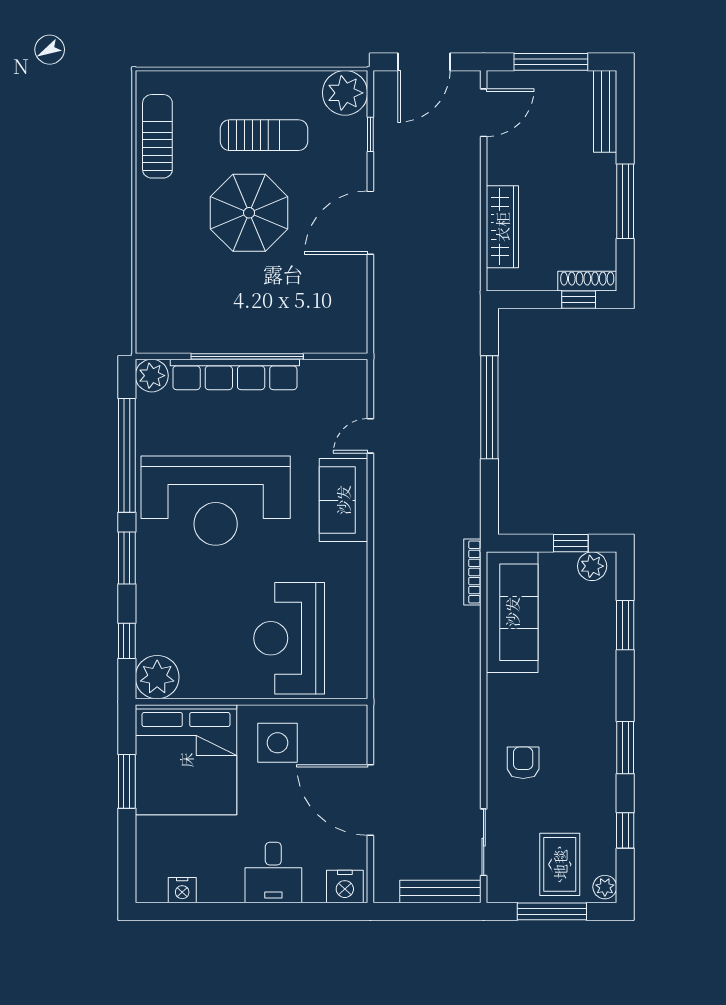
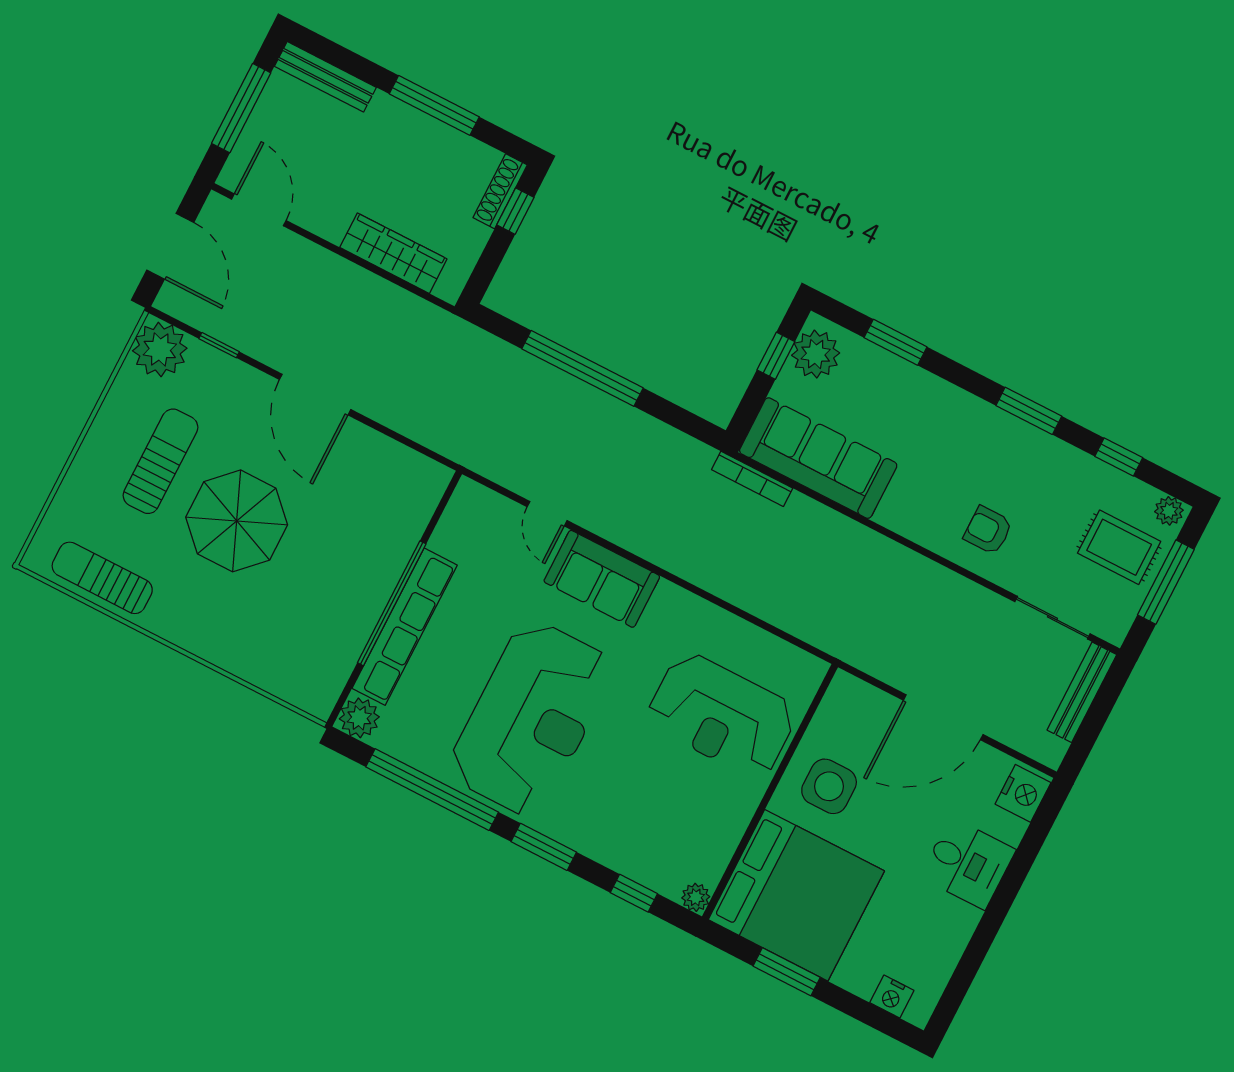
plant: (592, 566) -> (816, 354), width x1.36, depth x1.36
plant: (157, 677) -> (696, 897), width x0.53, depth x0.53
nightstand: (182, 890) -> (892, 997), moved, turned 90

